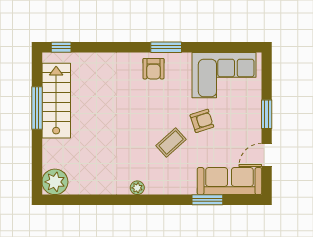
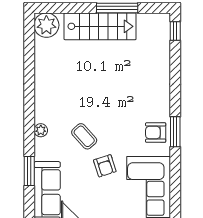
armchair: (153, 69) -> (156, 133), moved
stairs: (56, 101) -> (100, 26), moved
plant: (137, 188) -> (41, 130), moved

